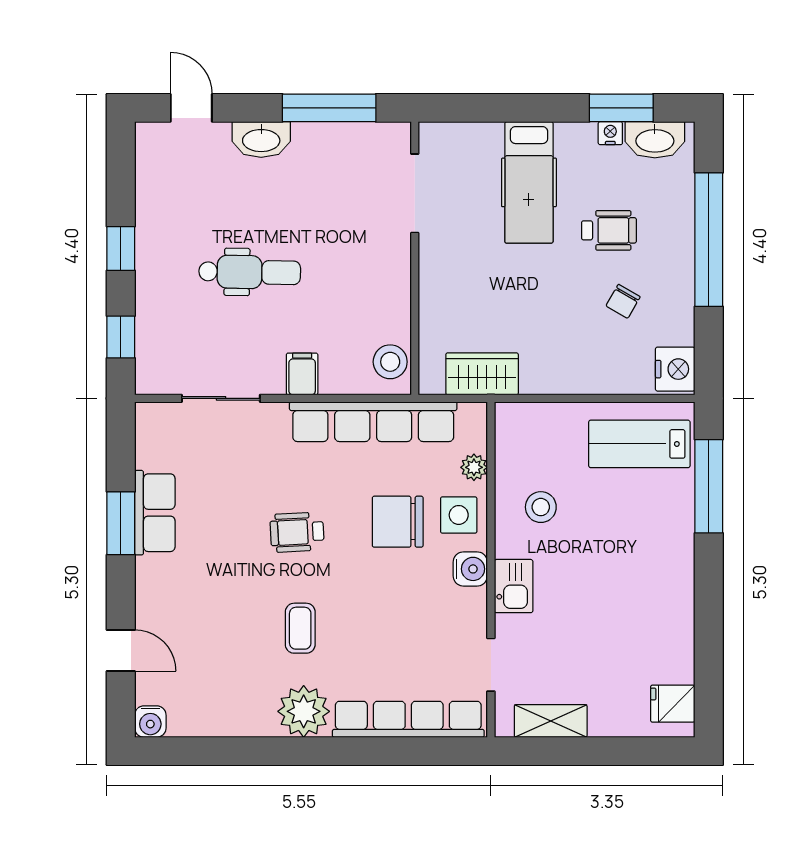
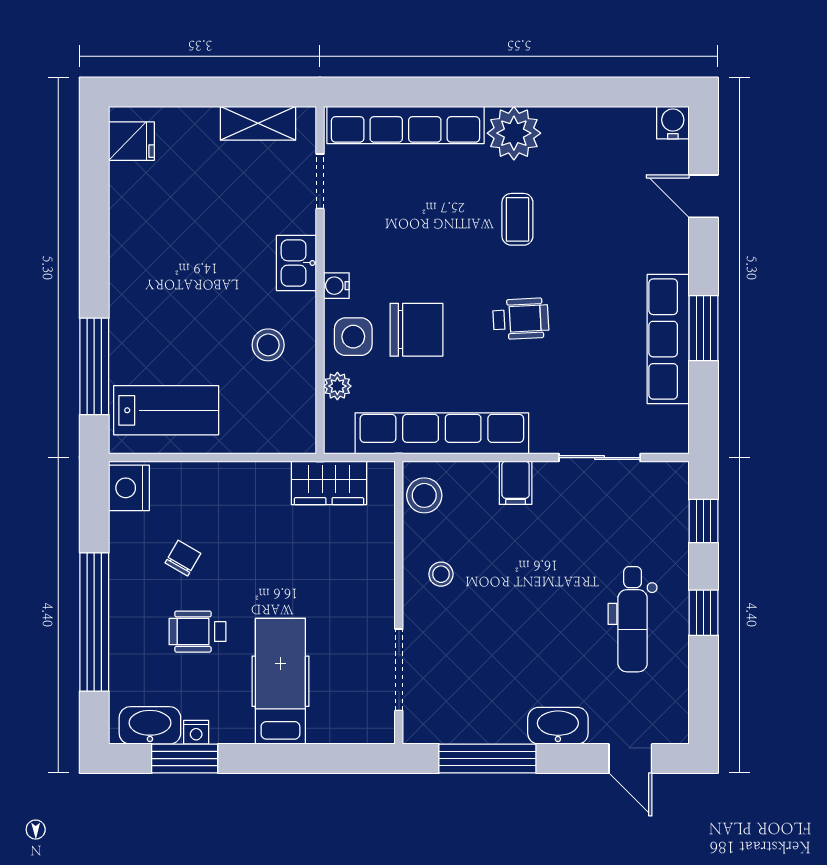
dental chair: (250, 272) -> (633, 619), moved, turned -91
stool: (374, 286) -> (441, 574), added
row of seats: (155, 513) -> (668, 339), width x1.48
water cooler: (470, 569) -> (336, 286), width x0.72, depth x0.72

